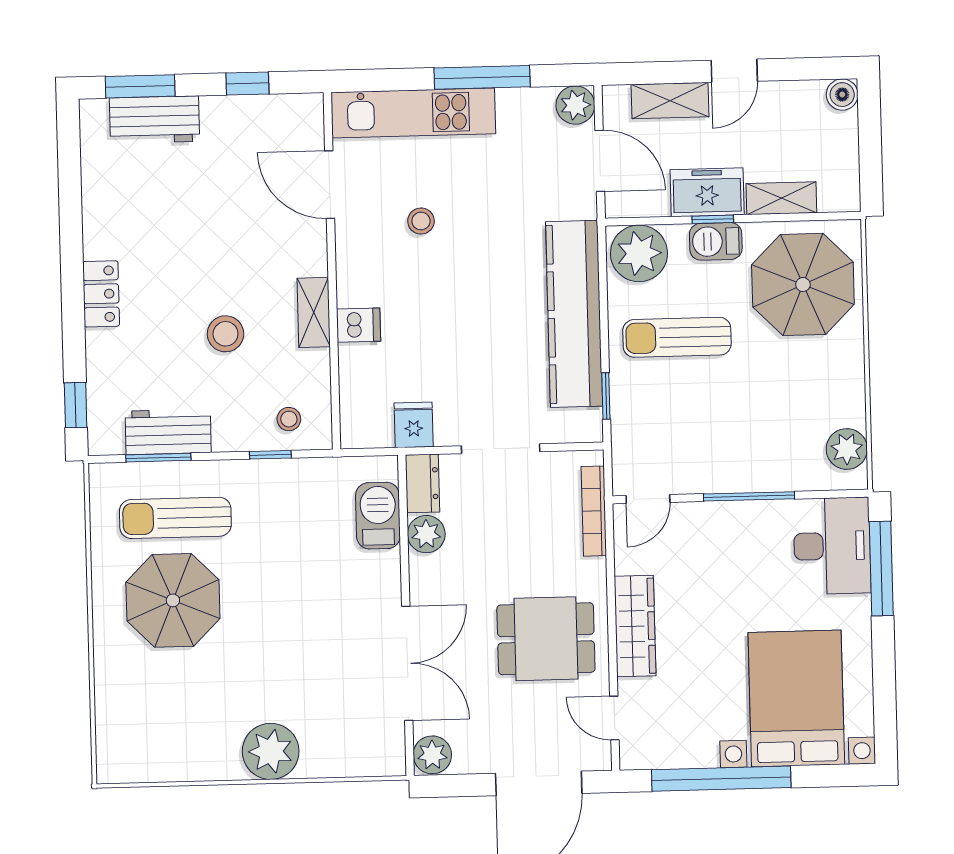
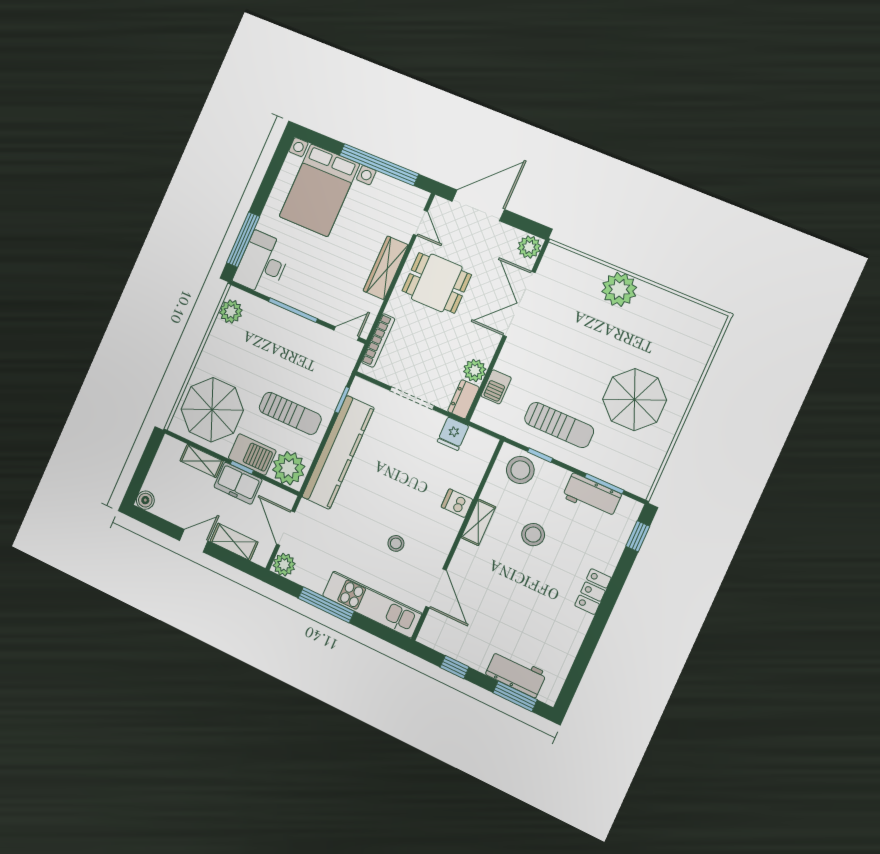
barbecue: (716, 241) -> (252, 454), width x1.38, depth x1.27
stool: (289, 419) -> (520, 470), width x1.89, depth x1.89
barbecue: (378, 516) -> (496, 387), width x0.73, depth x0.79
sun lounger: (175, 518) -> (559, 425), moved

